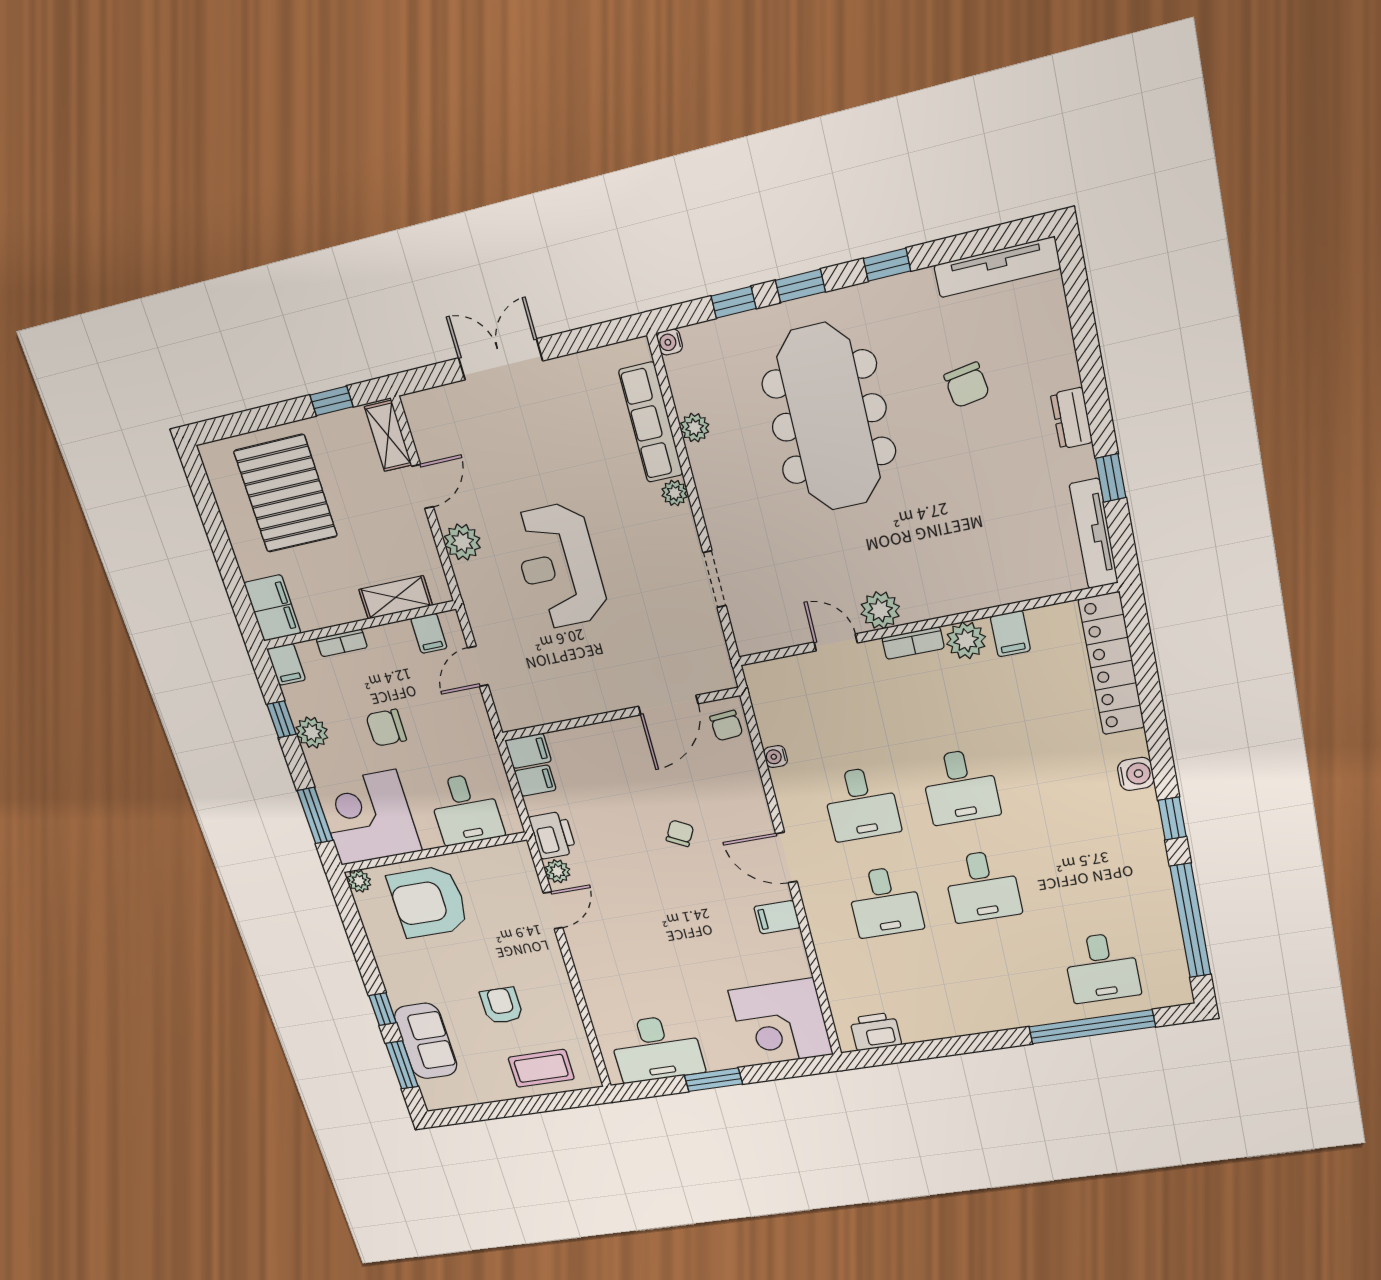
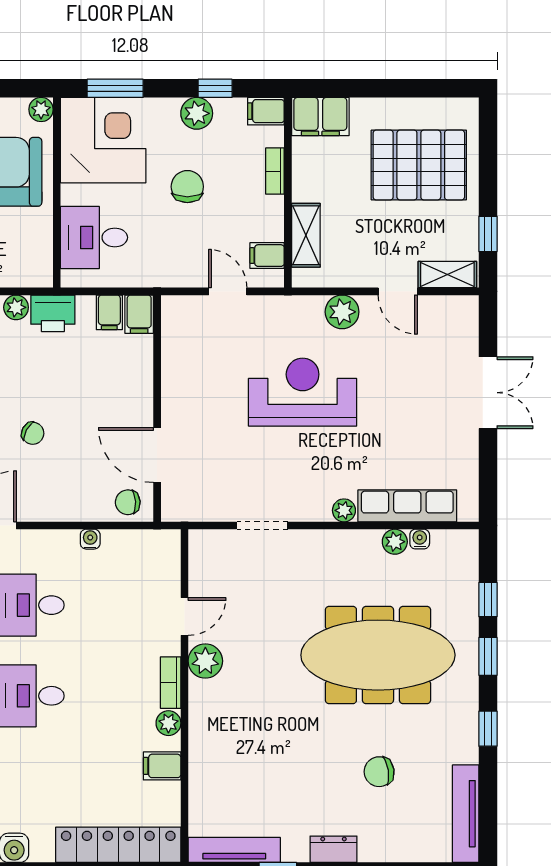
water cooler: (670, 342) -> (420, 539), moved
plant: (966, 640) -> (168, 723), width x0.73, depth x0.73

